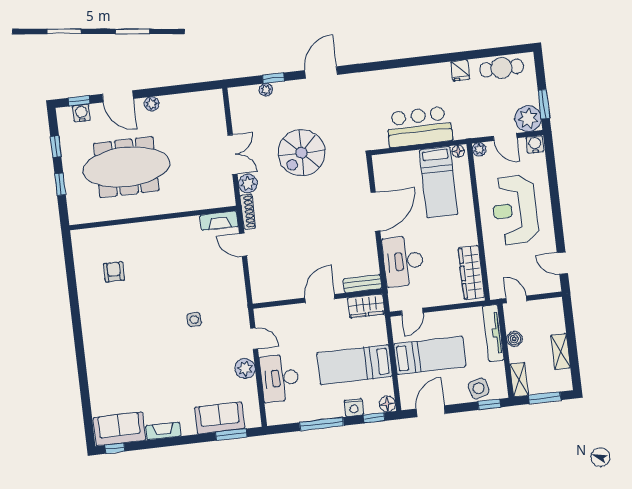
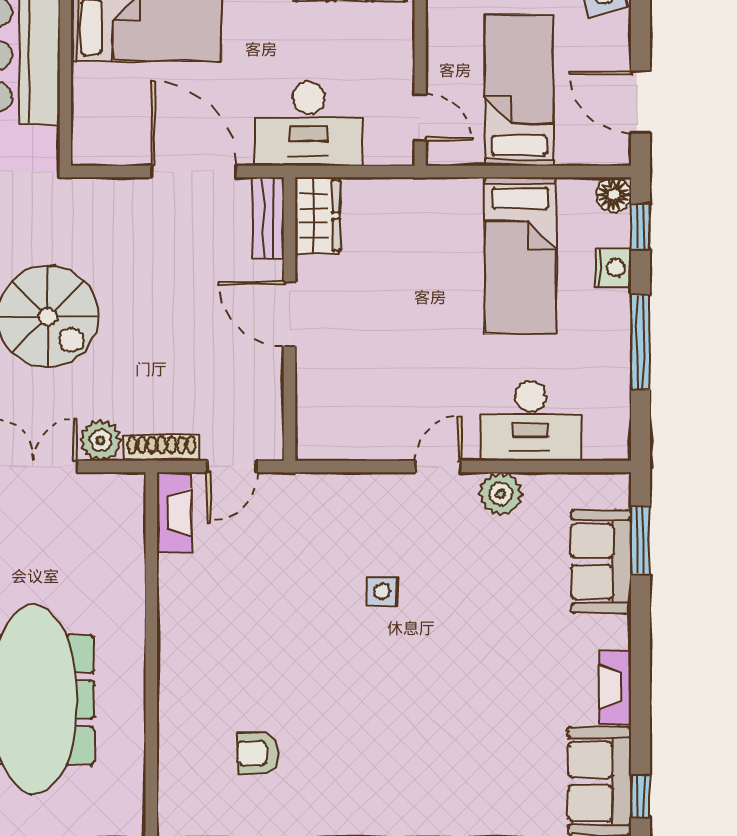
bench: (362, 284) -> (268, 218), moved
door: (320, 298) -> (289, 314), moved
wall: (318, 299) -> (289, 319), moved
wardrobe: (366, 306) -> (317, 216), moved

